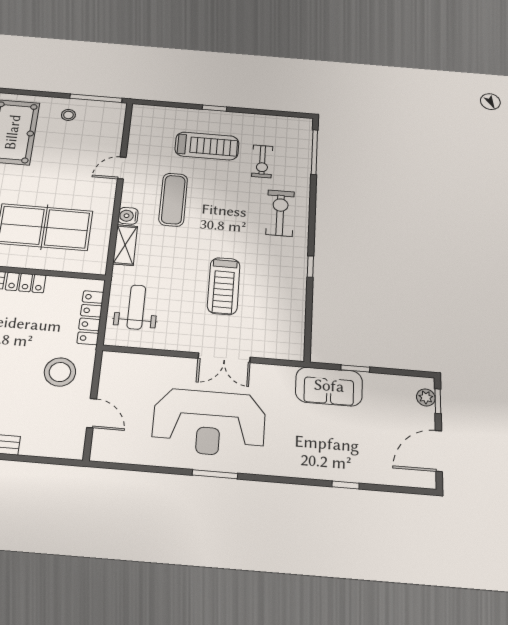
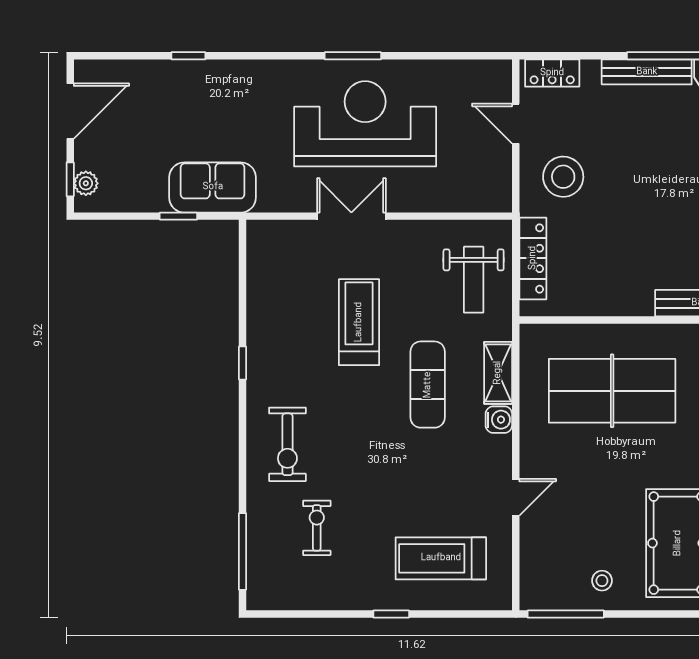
treadmill: (207, 146) -> (441, 558), moved
exercise mat: (173, 200) -> (428, 385), moved
locker: (26, 282) -> (552, 73), moved, turned 180

